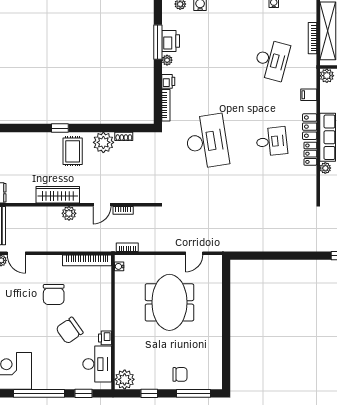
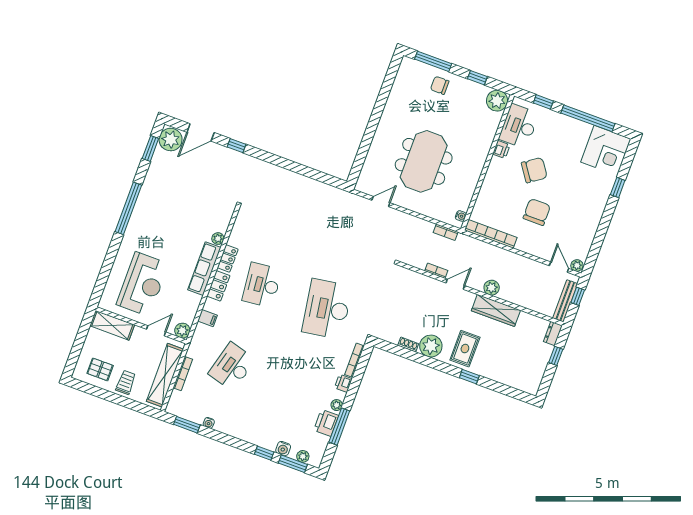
desk: (272, 141) -> (262, 285), width x1.37

